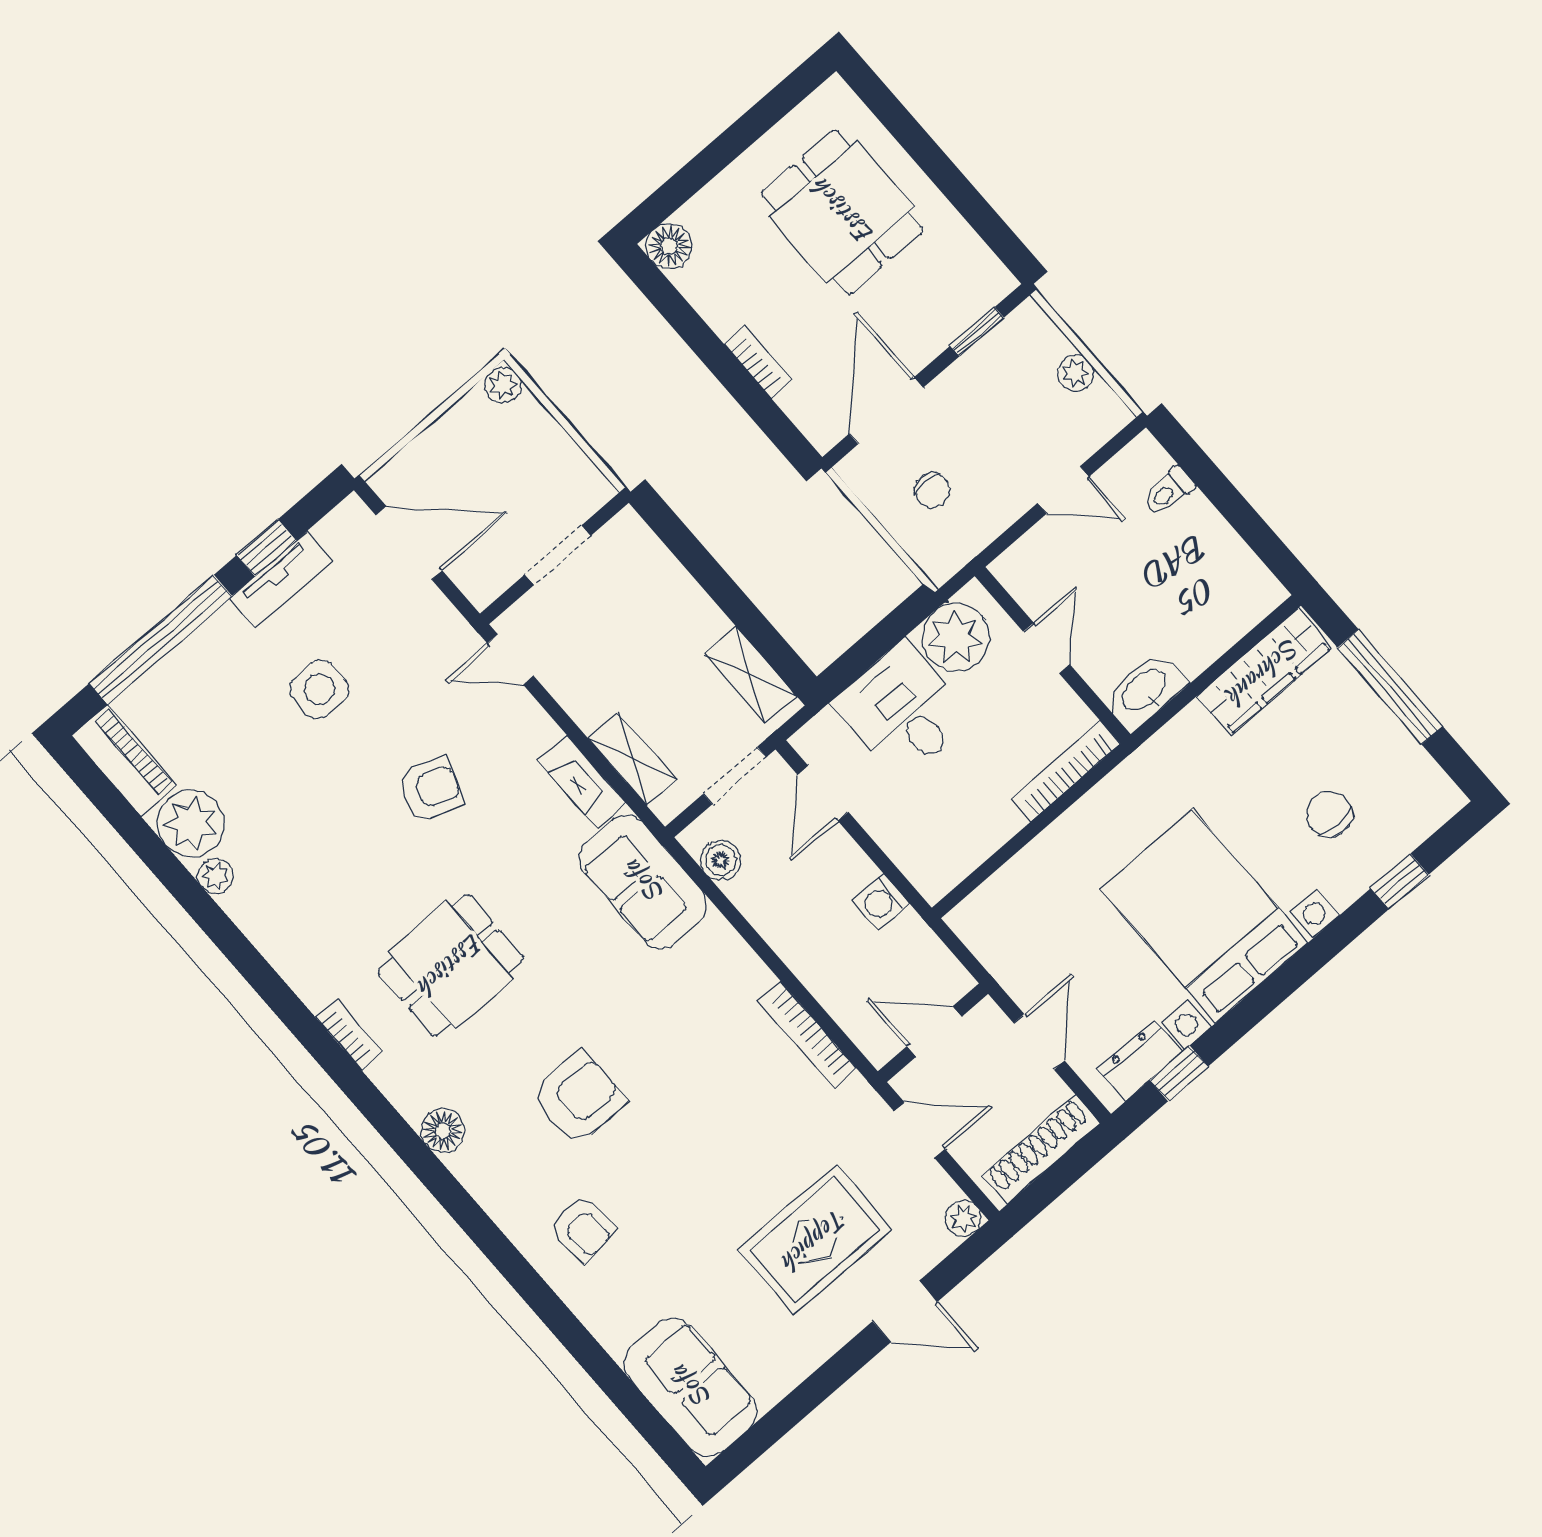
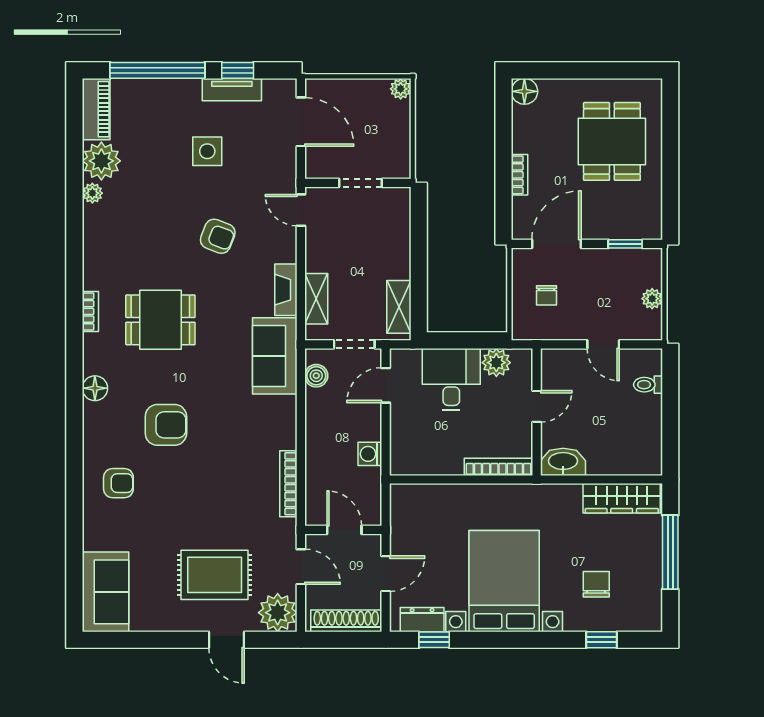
plant: (956, 637) -> (496, 363), width x0.73, depth x0.73
plant: (963, 1219) -> (278, 613), width x1.88, depth x1.88
armchair: (583, 1229) -> (118, 483), turned -85

